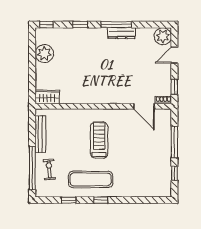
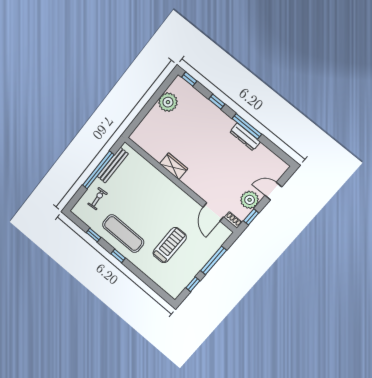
plant: (163, 36) -> (250, 200), moved
wardrobe: (47, 97) -> (174, 166), moved
treadmill: (99, 140) -> (170, 245), moved
window: (32, 168) -> (98, 170), moved

